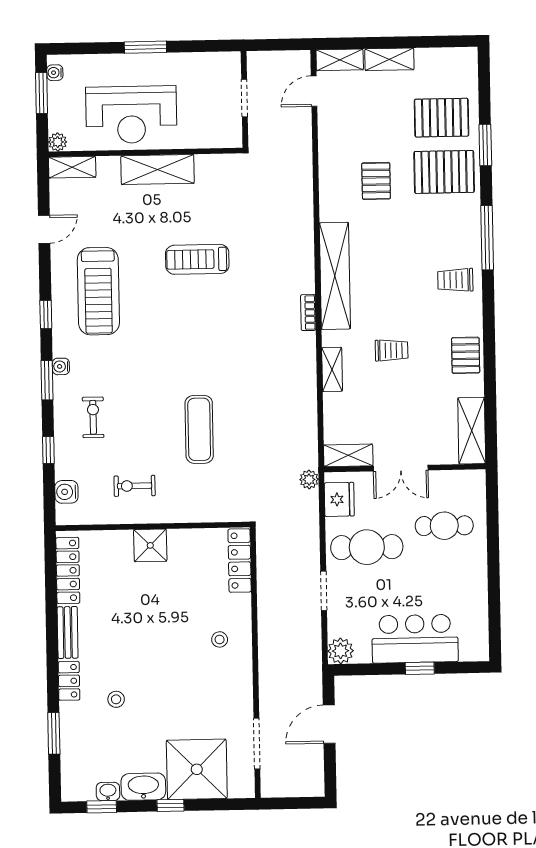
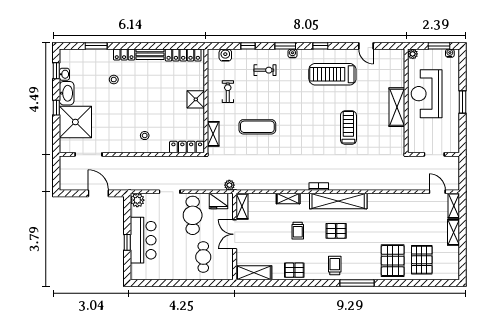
window: (485, 145) -> (407, 283), removed
shelving: (72, 167) -> (213, 134), moved
pallet: (376, 181) -> (336, 231), moved

